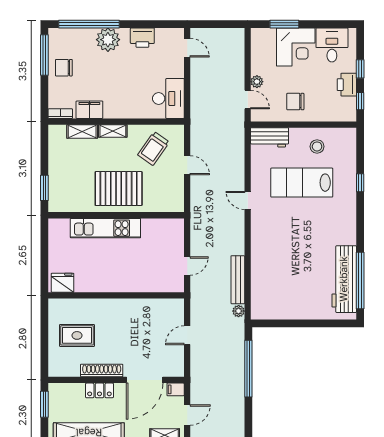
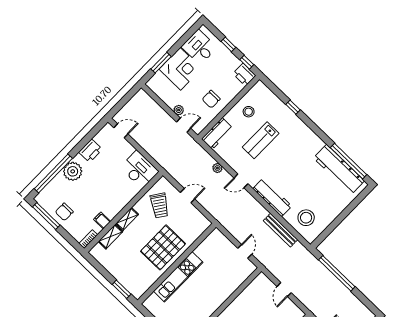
printer: (347, 85) -> (244, 75), moved
filing cabinet: (89, 110) -> (102, 221), width x0.50
lab bench: (302, 183) -> (261, 140), width x0.73, depth x0.72
workbench: (260, 243) -> (272, 197), added
stool: (272, 292) -> (306, 218), added
plant: (239, 311) -> (217, 168), moved

